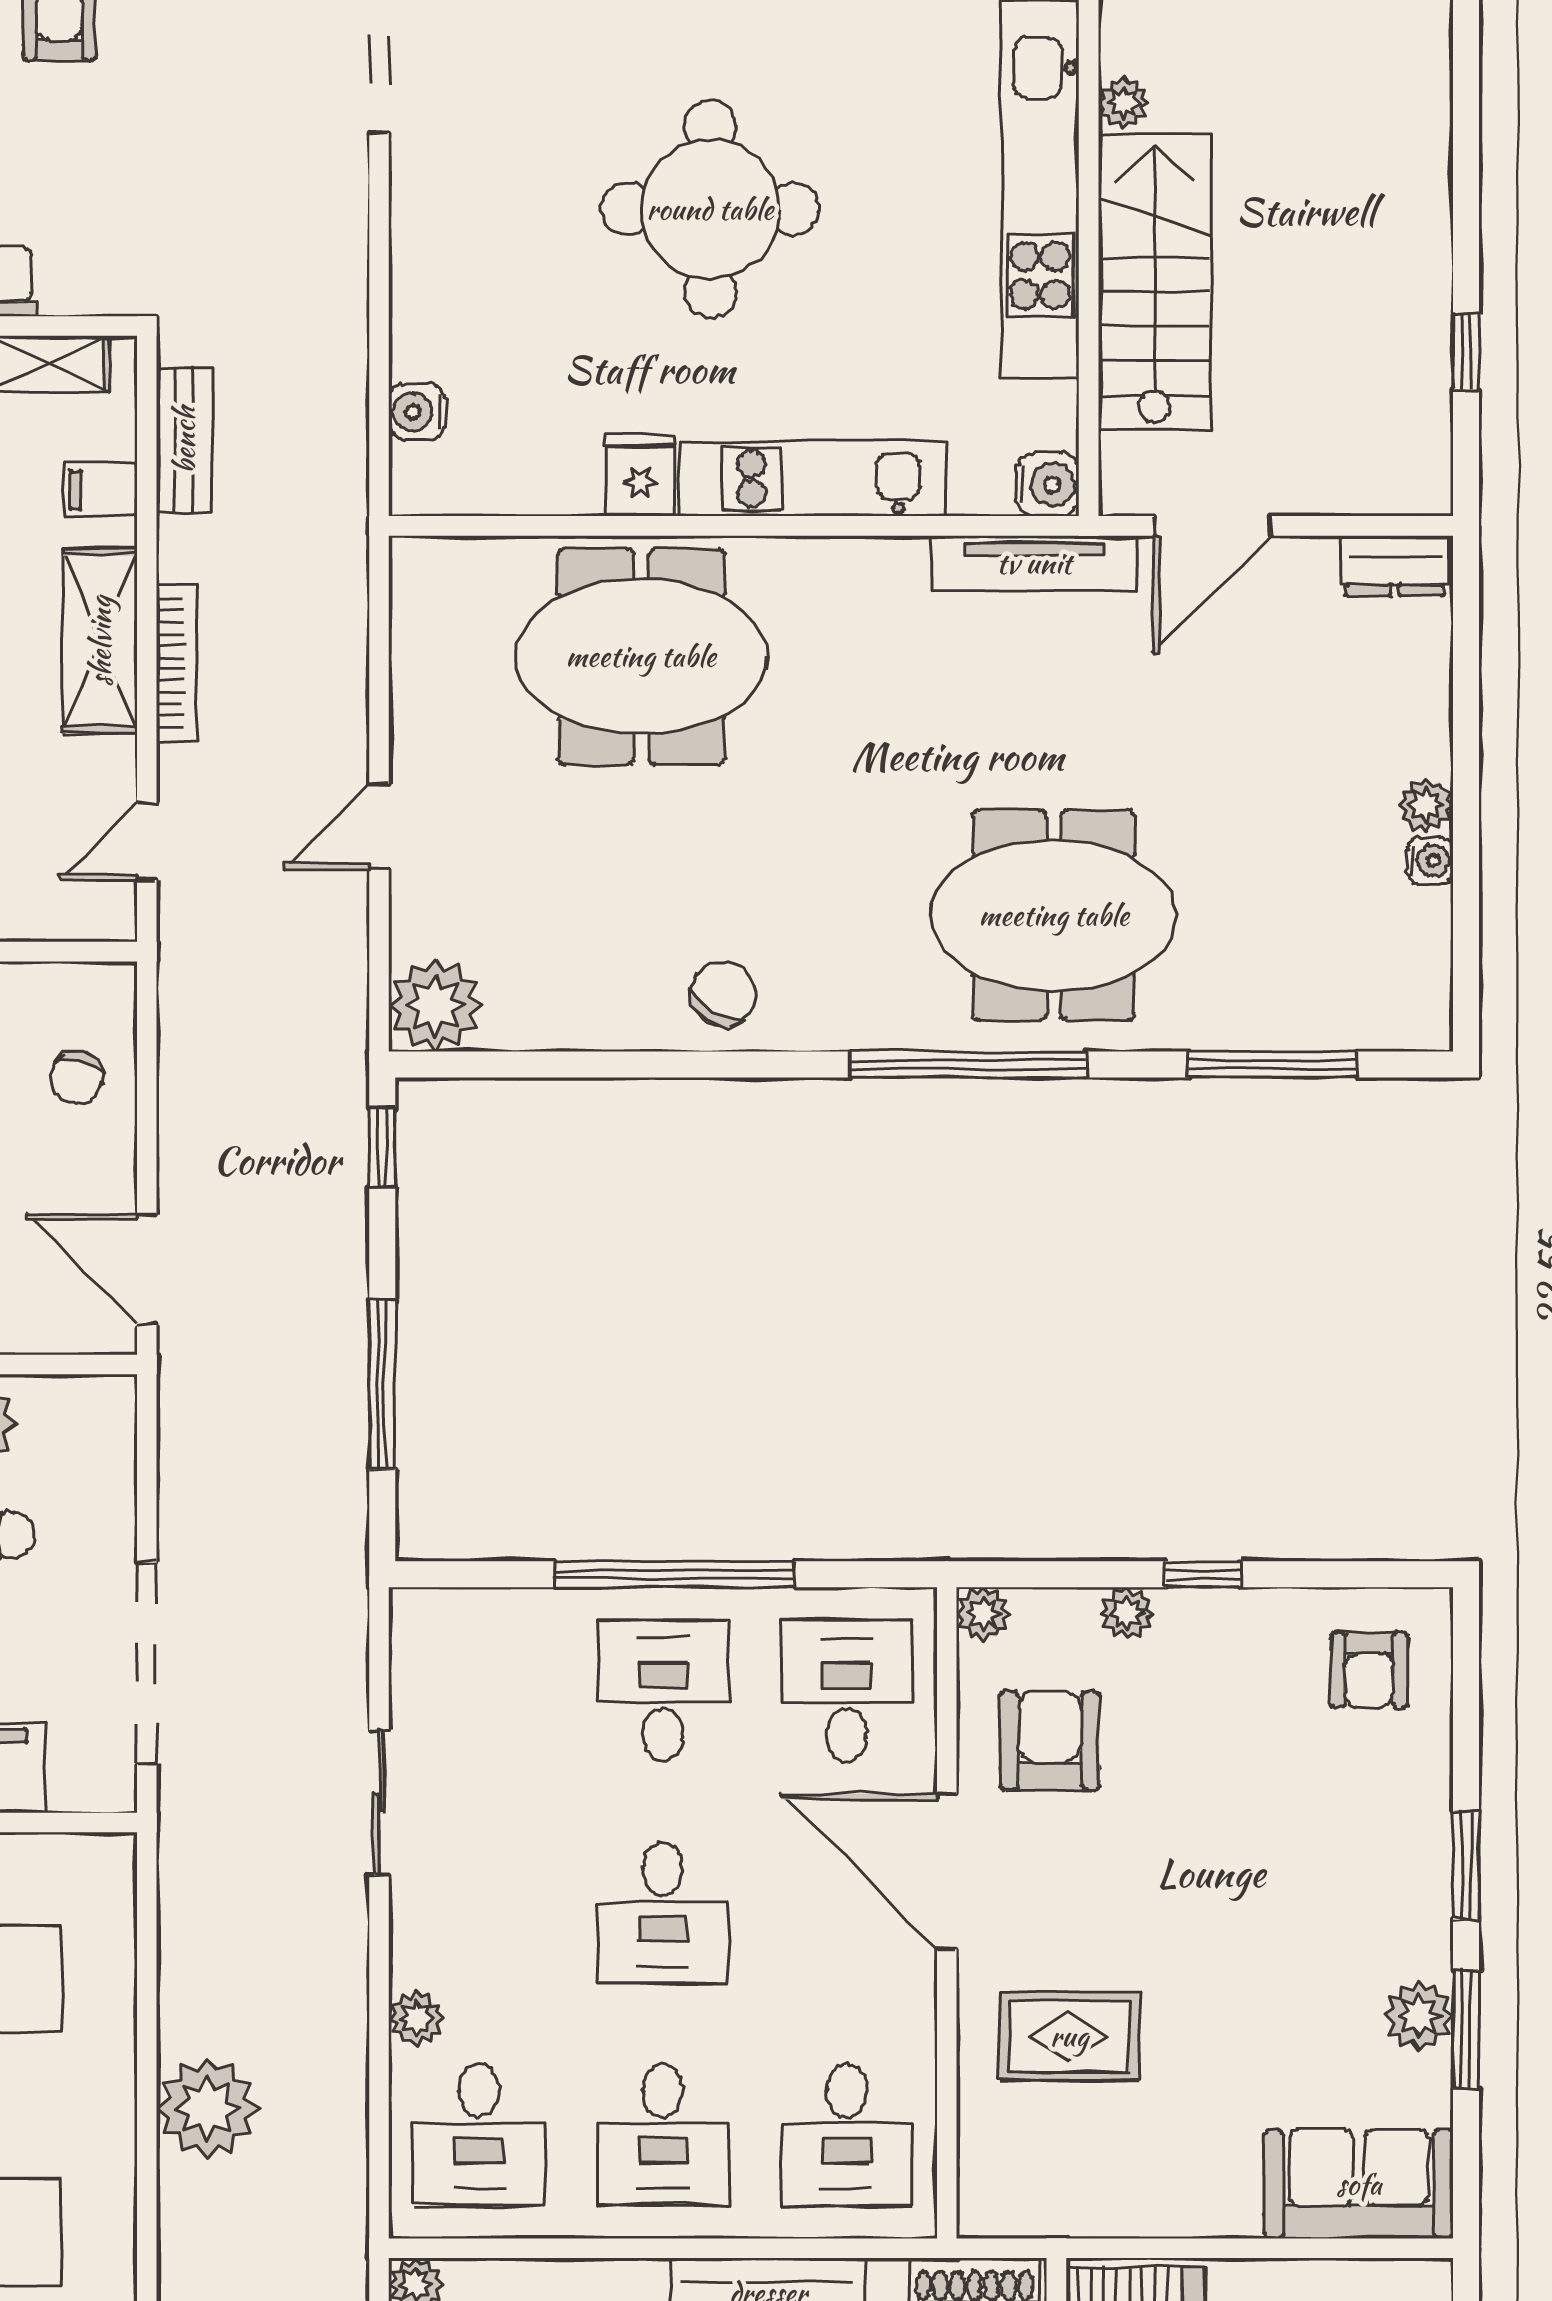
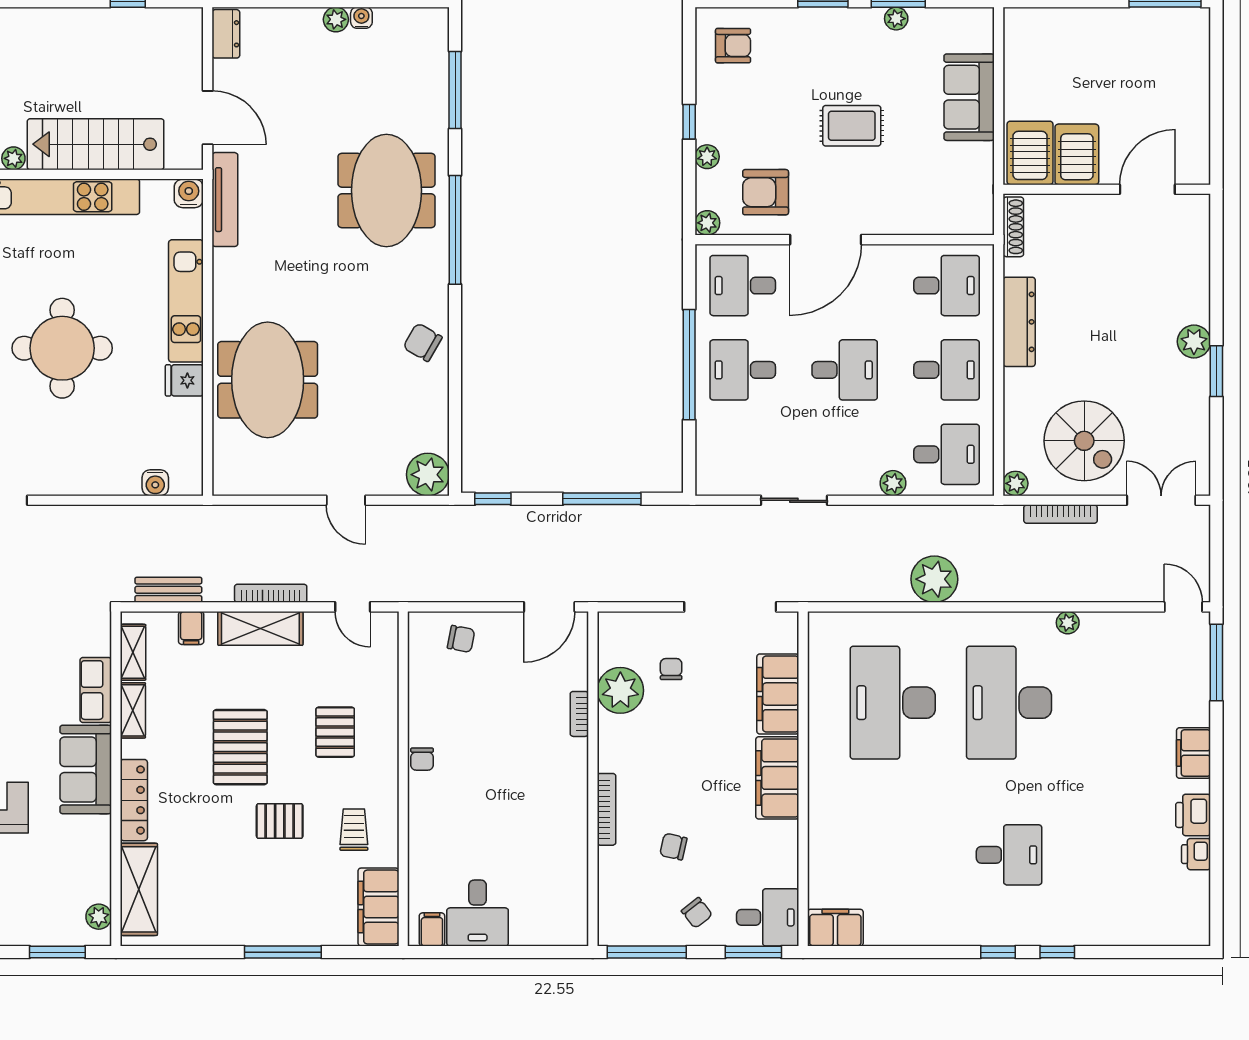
plant: (1419, 2016) -> (896, 19), width x0.73, depth x0.73
rug: (1069, 2036) -> (852, 126), moved, turned 90
sofa: (1359, 2184) -> (969, 97), moved

